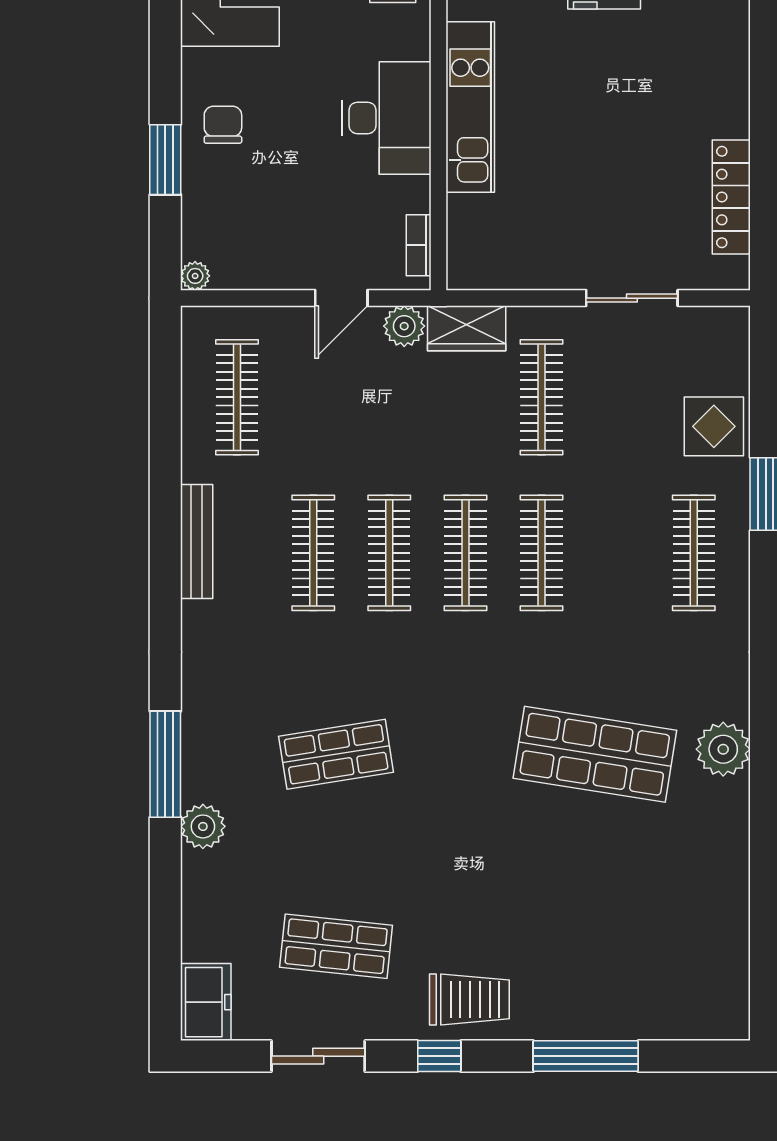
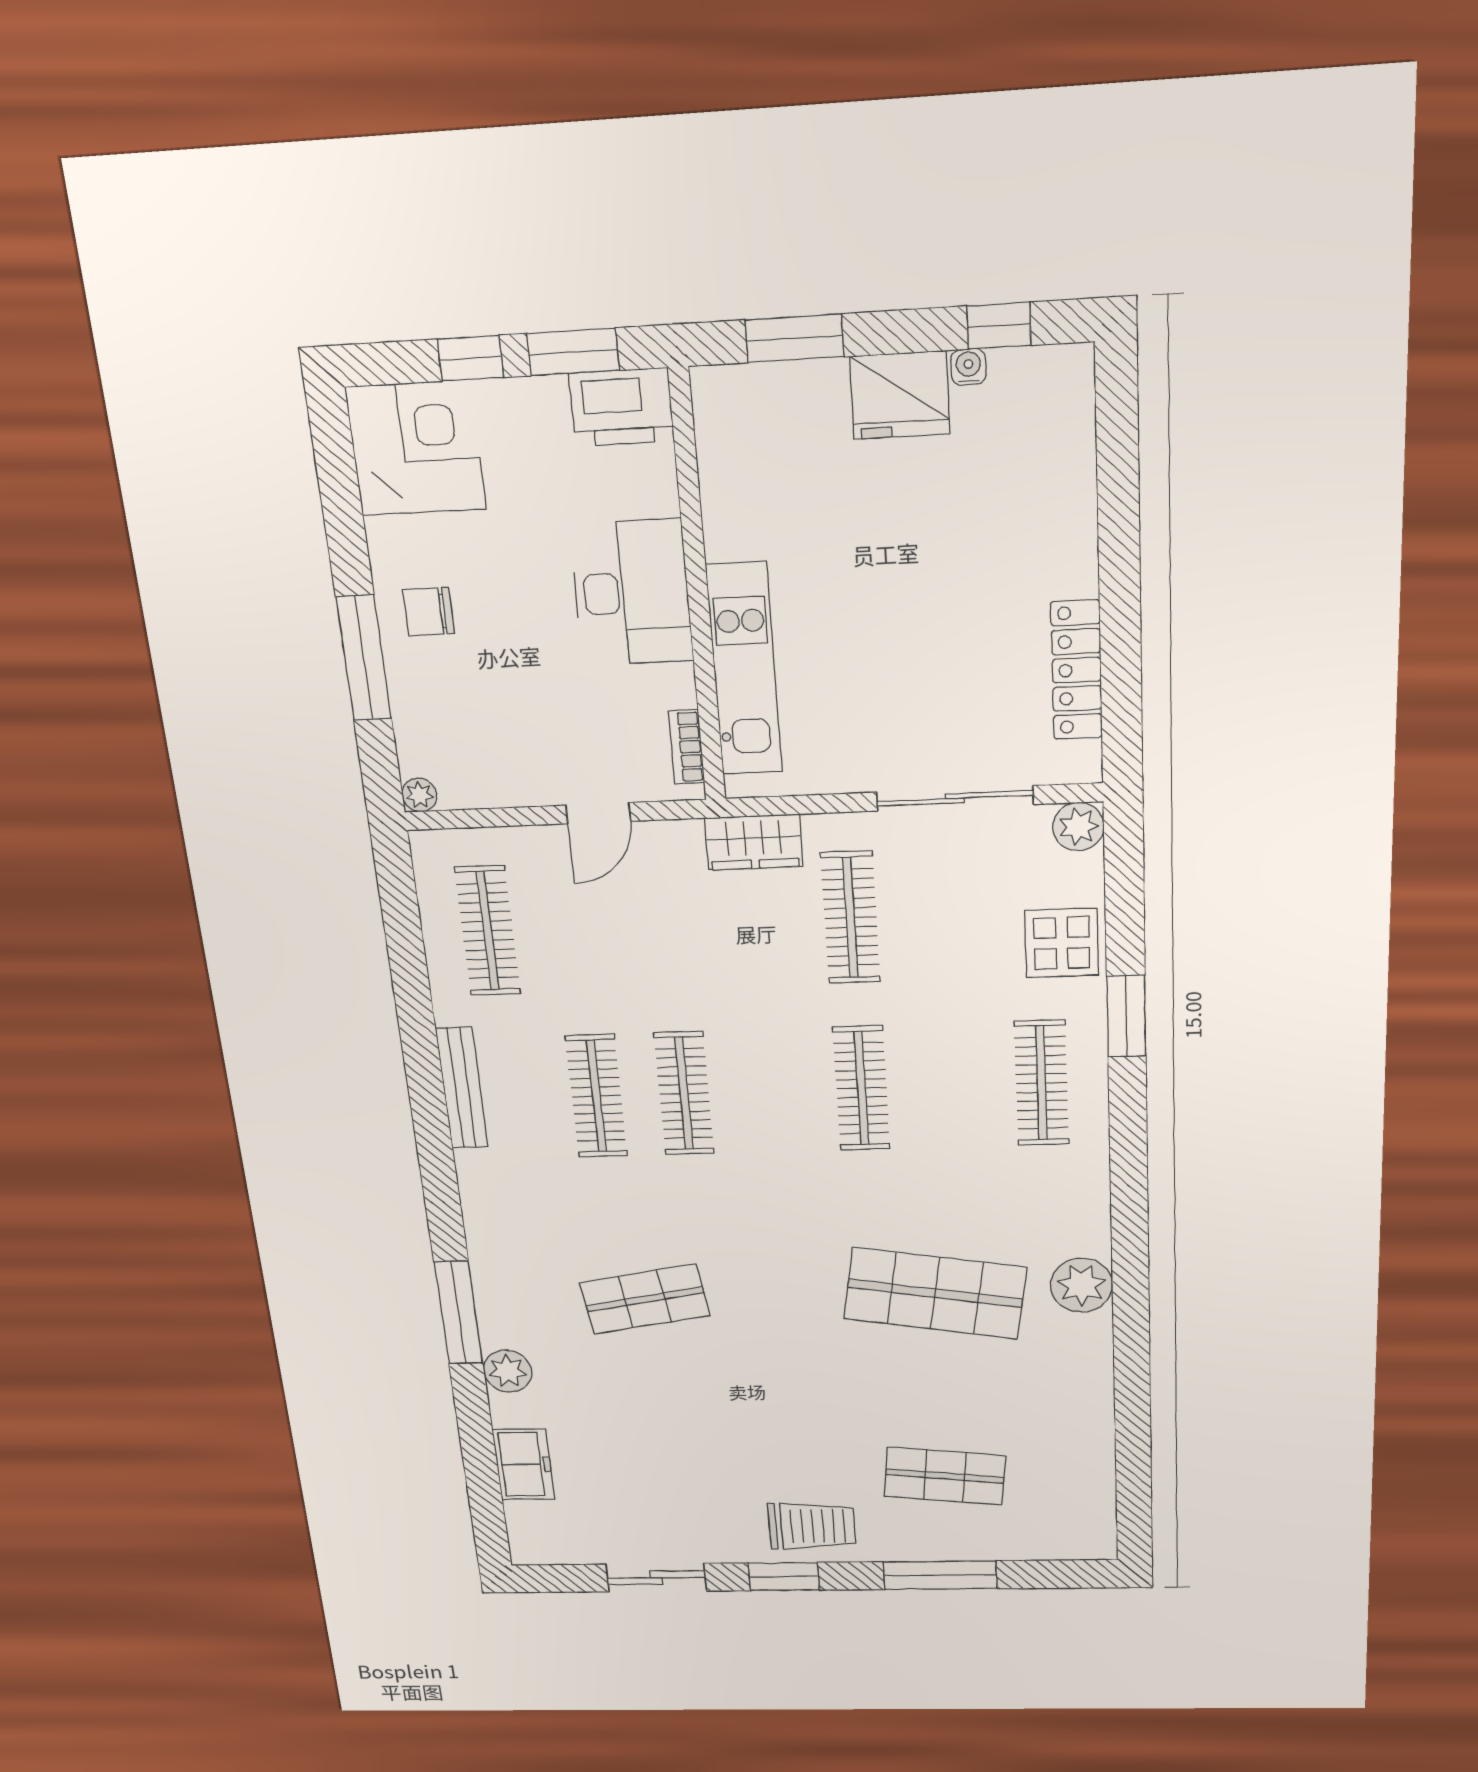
kitchen unit: (470, 107) -> (744, 670), moved
chair: (223, 125) -> (429, 612), turned -90
window: (165, 160) -> (364, 658), width x1.44
sliding door: (632, 298) -> (955, 798), width x1.37
plant: (404, 326) -> (1078, 827), moved
clothes rail: (465, 553) -> (772, 1091), removed
shop shelf: (336, 946) -> (945, 1476), moved
freezer: (206, 1002) -> (523, 1464), moved
window: (439, 1056) -> (784, 1577), width x1.50

